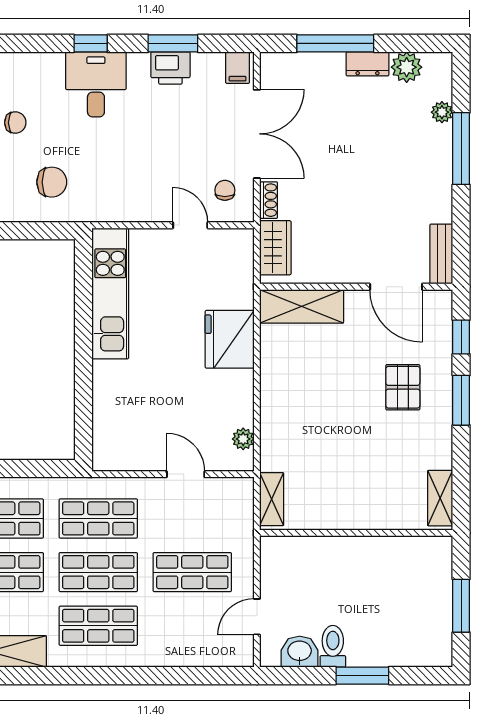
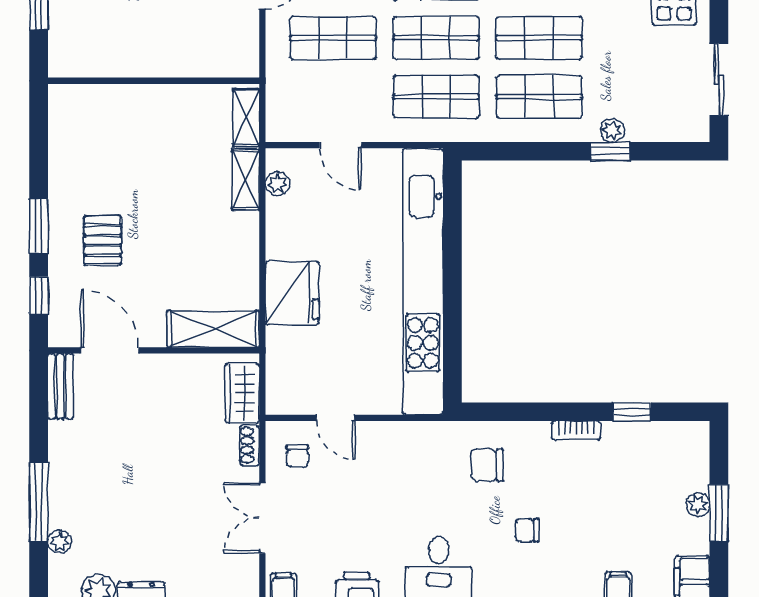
double door: (257, 134) -> (262, 518), width x0.73
kitchen unit: (110, 293) -> (423, 282), width x1.86
shelving: (440, 498) -> (246, 180), moved

